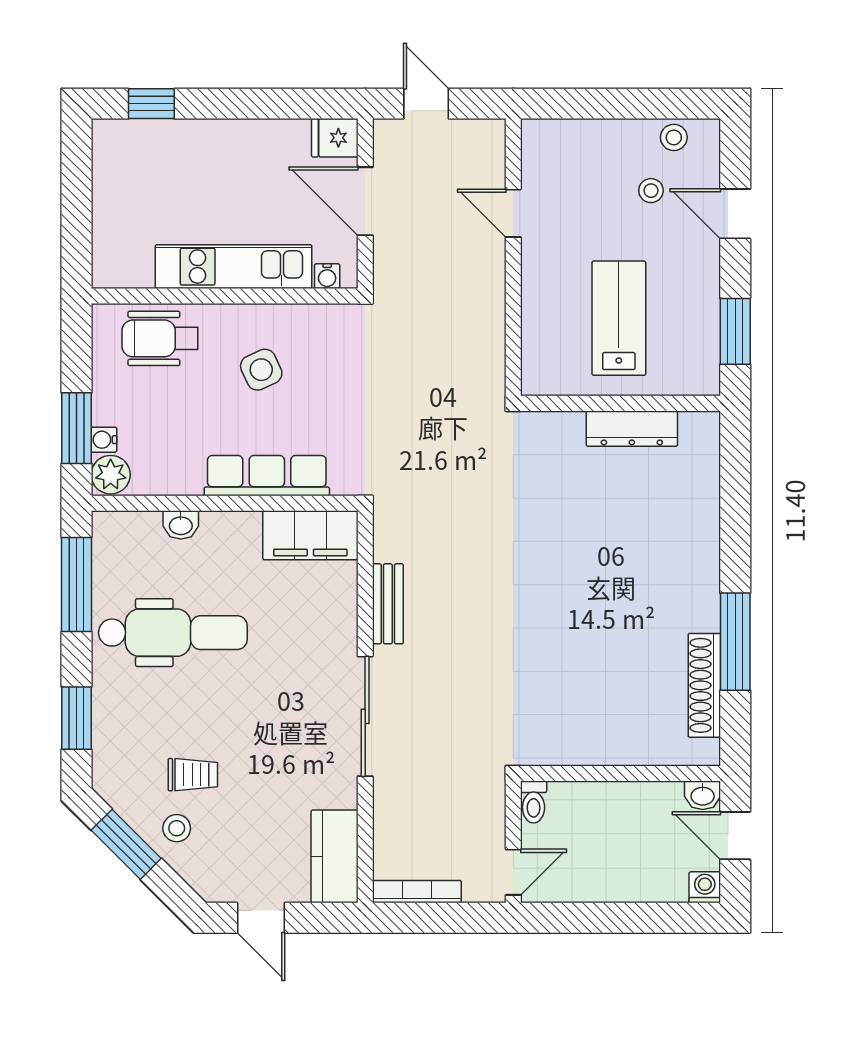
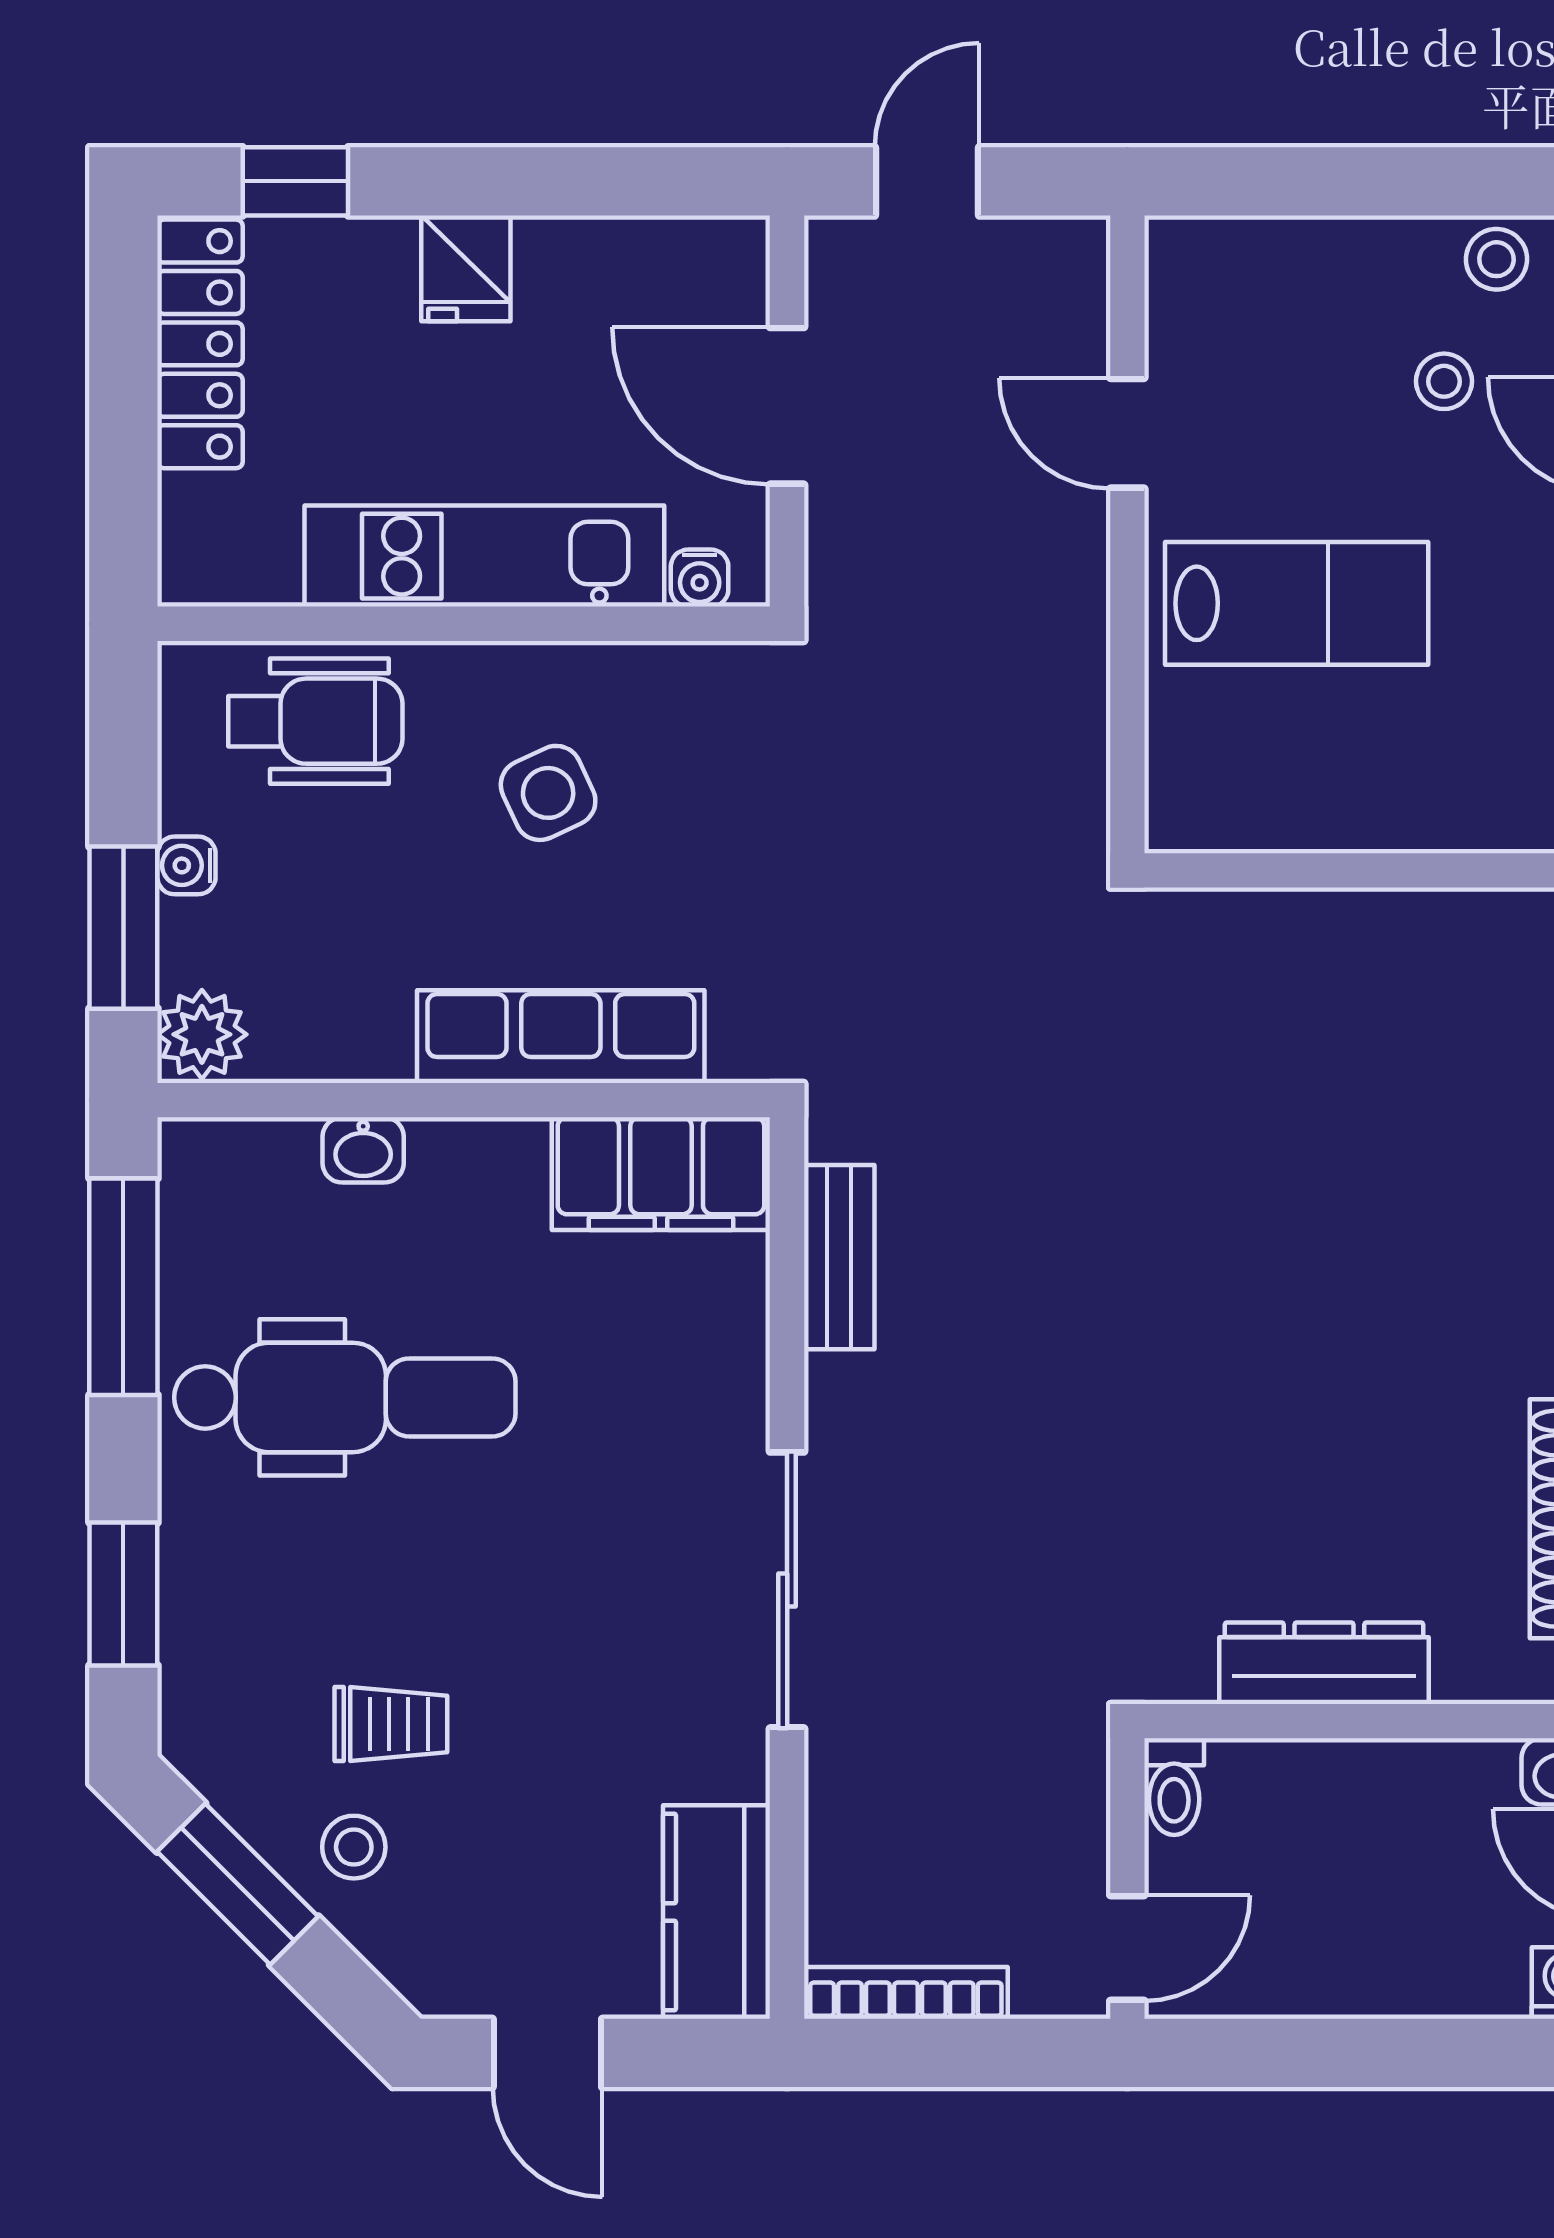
door: (426, 104) -> (927, 181), hinge flipped
fridge: (335, 138) -> (466, 268), moved, turned -90
locker: (110, 174) -> (200, 344), added
lab bench: (619, 318) -> (1297, 603), moved, turned 90
wheelchair: (160, 338) -> (315, 721), turned 180
dresser: (632, 429) -> (1324, 1663), moved, turned 180
water cooler: (104, 440) -> (186, 865), moved
bench: (388, 604) -> (839, 1257), moved

